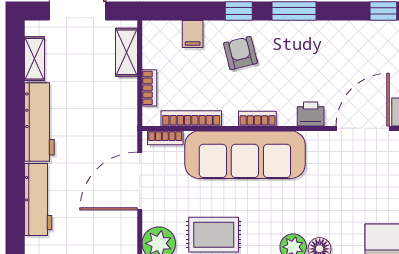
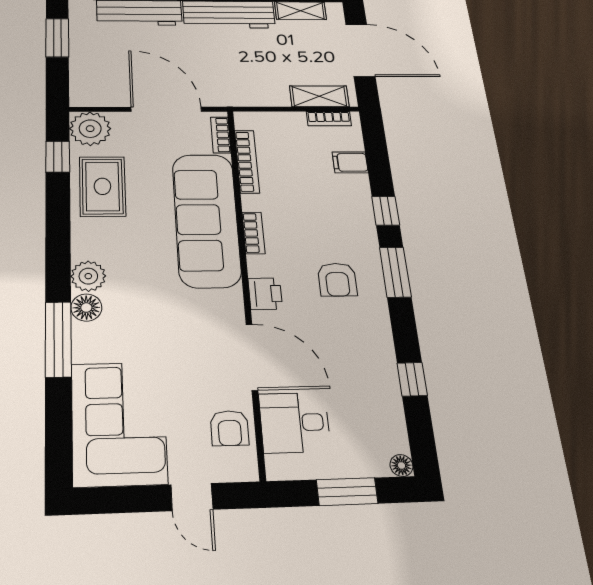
armchair: (240, 53) -> (337, 280), moved, turned 104
bookcase: (149, 88) -> (329, 119), moved

